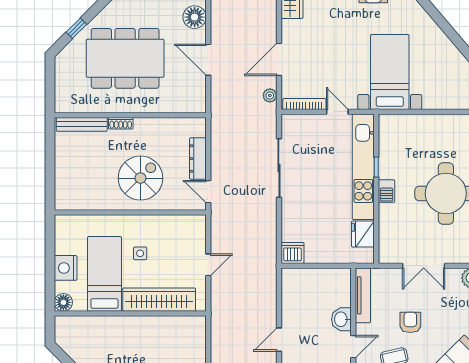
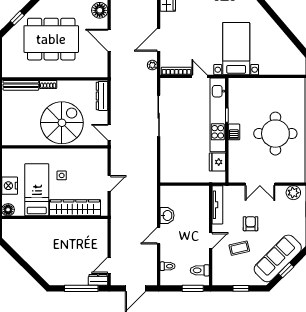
dresser: (198, 159) -> (102, 96), moved
spiral stairs: (140, 178) -> (62, 123), width x1.37, depth x1.37
dishwasher: (292, 253) -> (168, 175), removed
washbasin: (341, 319) -> (167, 215), moved, turned 180

